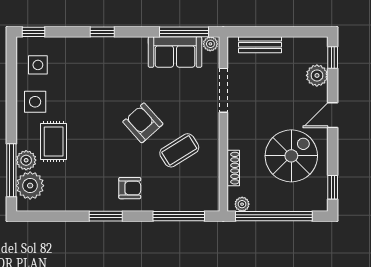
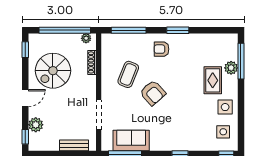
plant: (210, 44) -> (107, 146), removed
coffee table: (179, 150) -> (128, 74), turned -36
plant: (30, 186) -> (228, 51), removed

